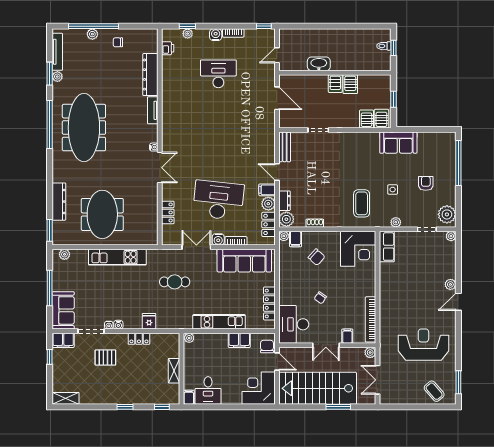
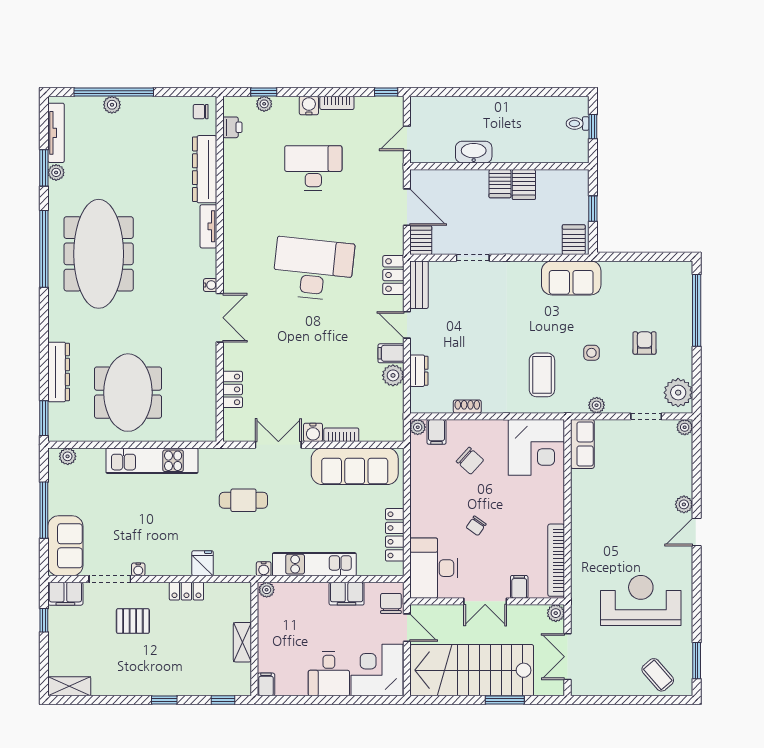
chair: (118, 42) -> (201, 112), moved
server rack: (367, 119) -> (421, 240), moved
sofa: (398, 143) -> (571, 278), moved
desk: (218, 200) -> (313, 269), moved
plant: (286, 219) -> (422, 400), removed
locker: (269, 224) -> (393, 275), moved
water cooler: (118, 325) -> (264, 569), moved
desk: (208, 390) -> (329, 674), moved

